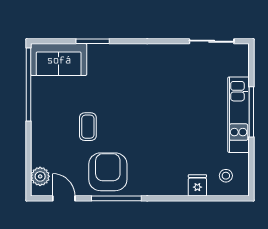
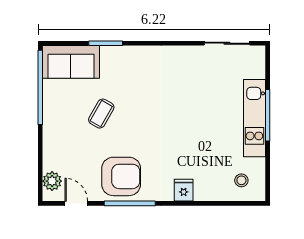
coffee table: (88, 127) -> (101, 114), moved, turned 30
armchair: (108, 172) -> (121, 176), turned 90
fridge: (197, 185) -> (184, 190), moved

